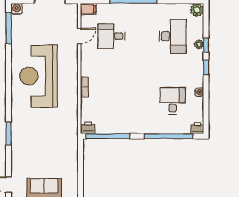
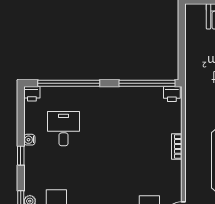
window: (206, 67) -> (21, 156), moved
desk: (173, 101) -> (64, 129), turned 180

